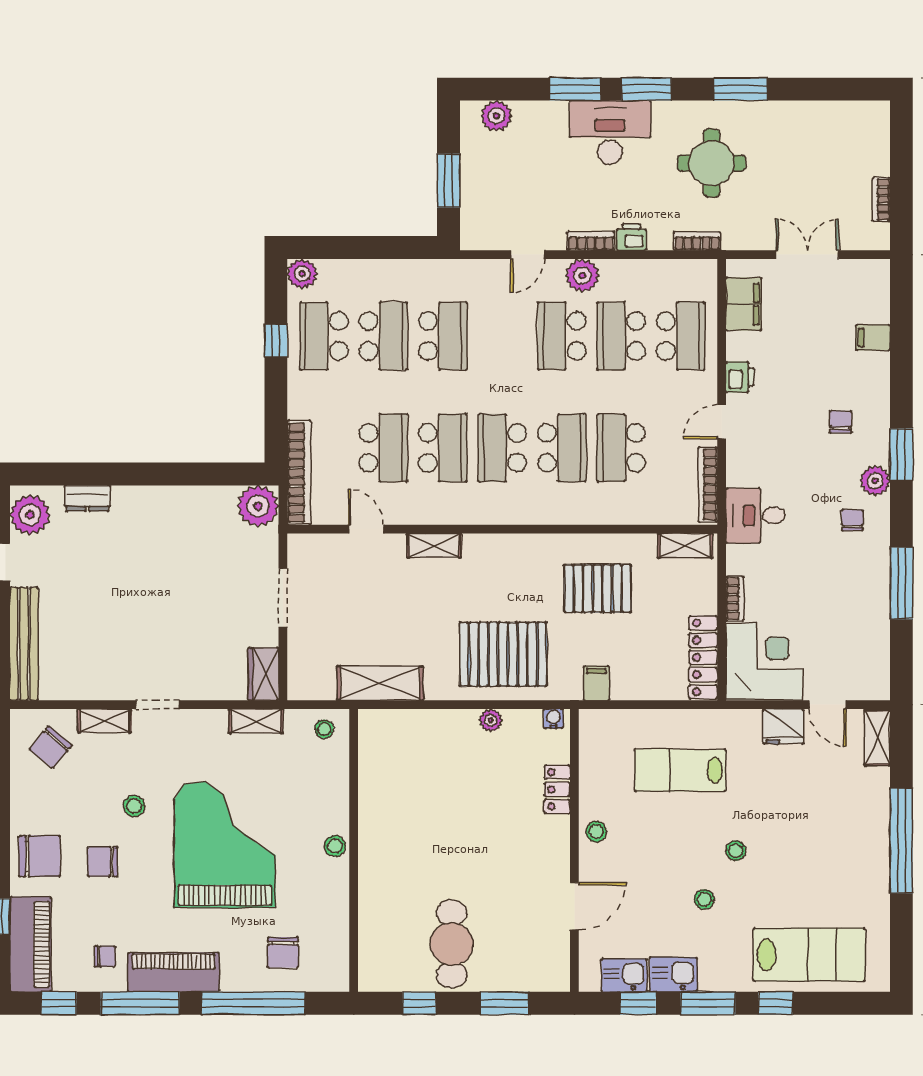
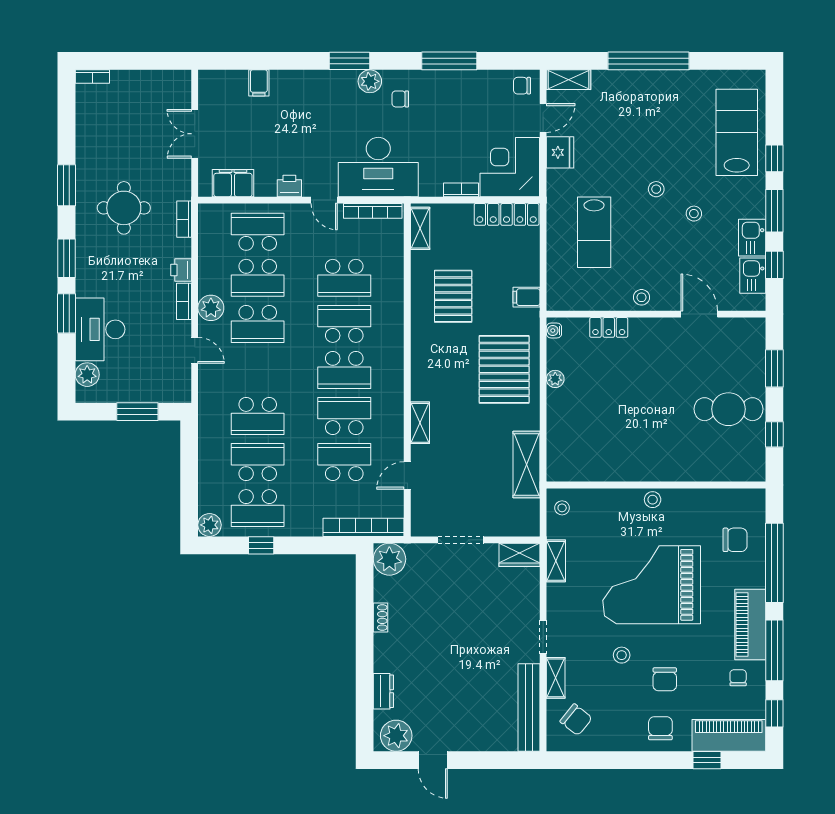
desk: (610, 132) -> (100, 329), moved
bookcase: (881, 200) -> (92, 77), moved
school desk: (443, 336) -> (258, 416), turned 180
chair: (841, 422) -> (522, 86), moved
shoe rack: (183, 494) -> (380, 618), added
desk: (756, 516) -> (378, 167), width x1.87, depth x1.30
bench: (24, 644) -> (529, 707), moved, turned 90
chair: (40, 856) -> (660, 728), width x0.73, depth x0.73

